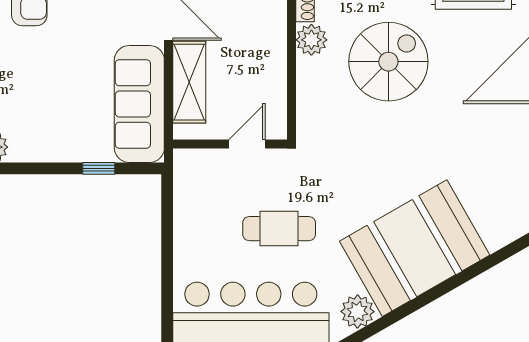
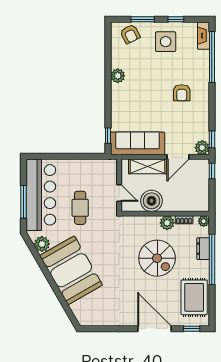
boiler: (264, 74) -> (152, 201), added
window: (99, 168) -> (108, 136), moved

